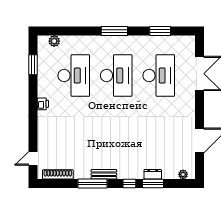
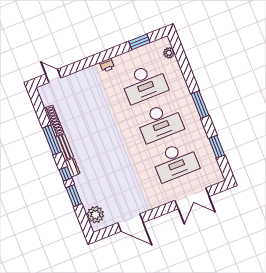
shoe rack: (58, 174) -> (54, 121), moved
dresser: (153, 174) -> (73, 167), moved
plant: (183, 174) -> (95, 215), width x1.87, depth x1.87

